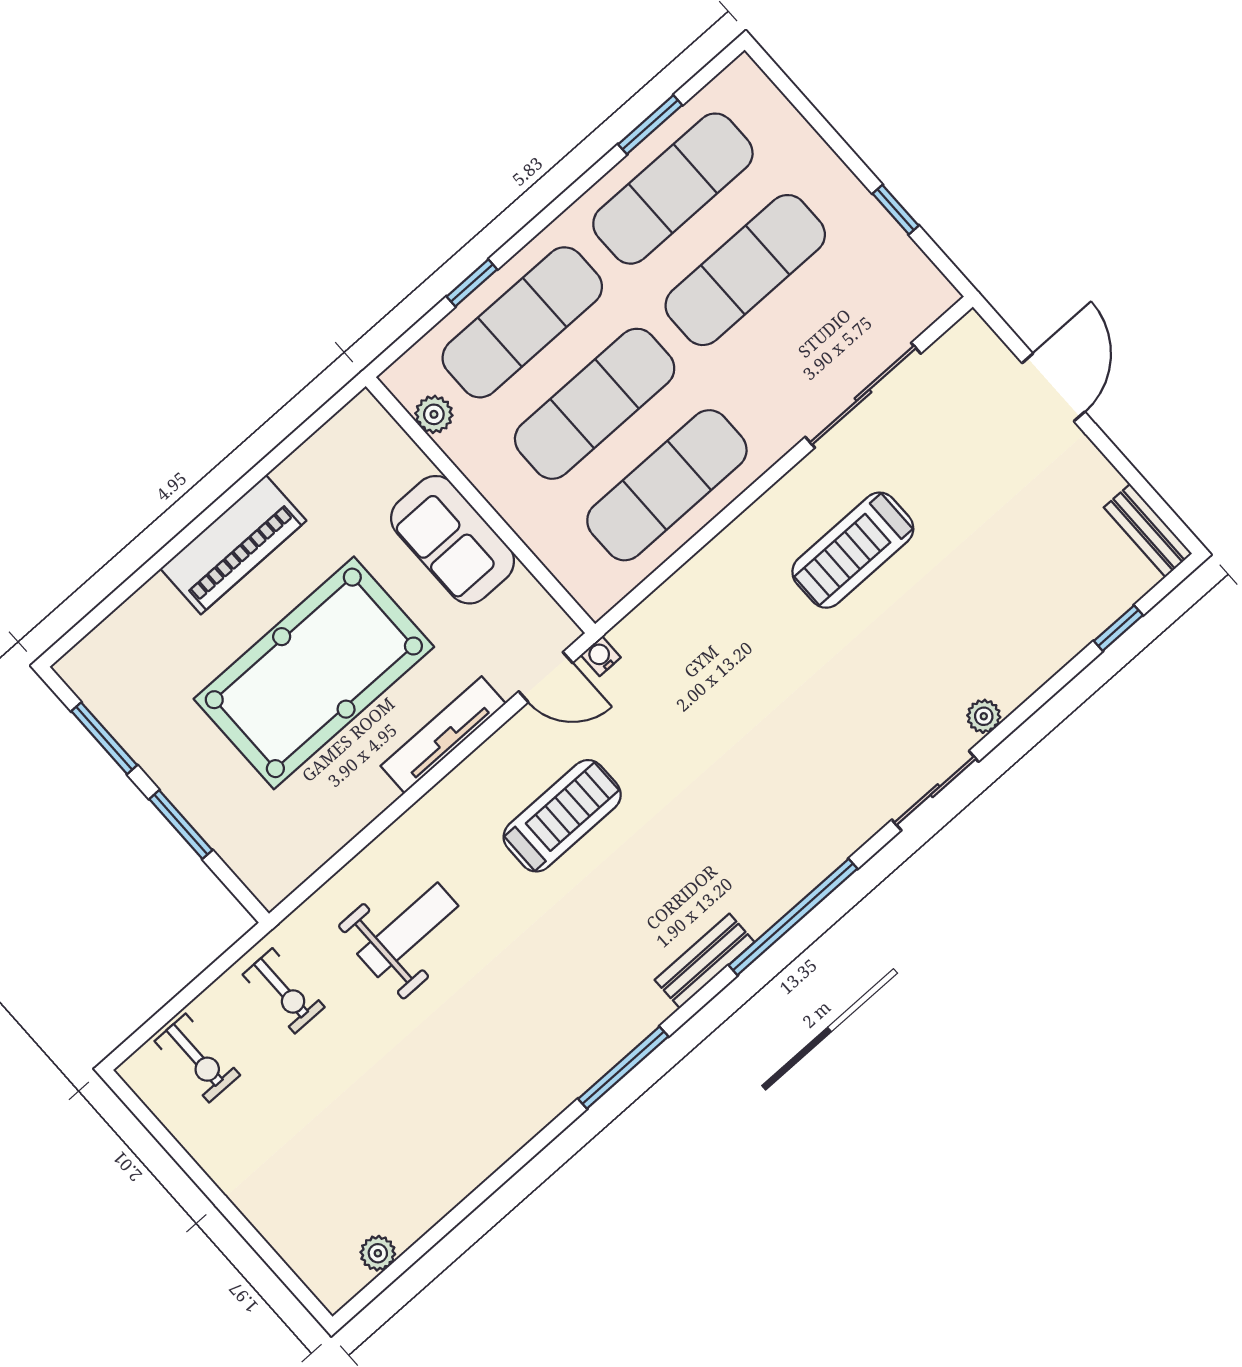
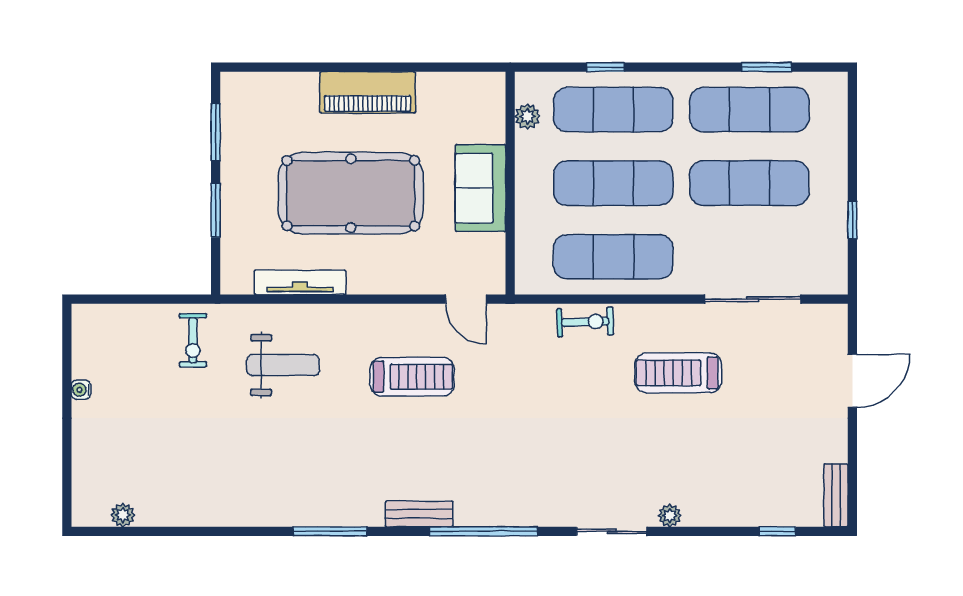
water cooler: (601, 656) -> (81, 390), moved, turned -90
tv unit: (443, 735) -> (300, 282), moved
exercise bike: (197, 1058) -> (585, 322), moved, turned -92

